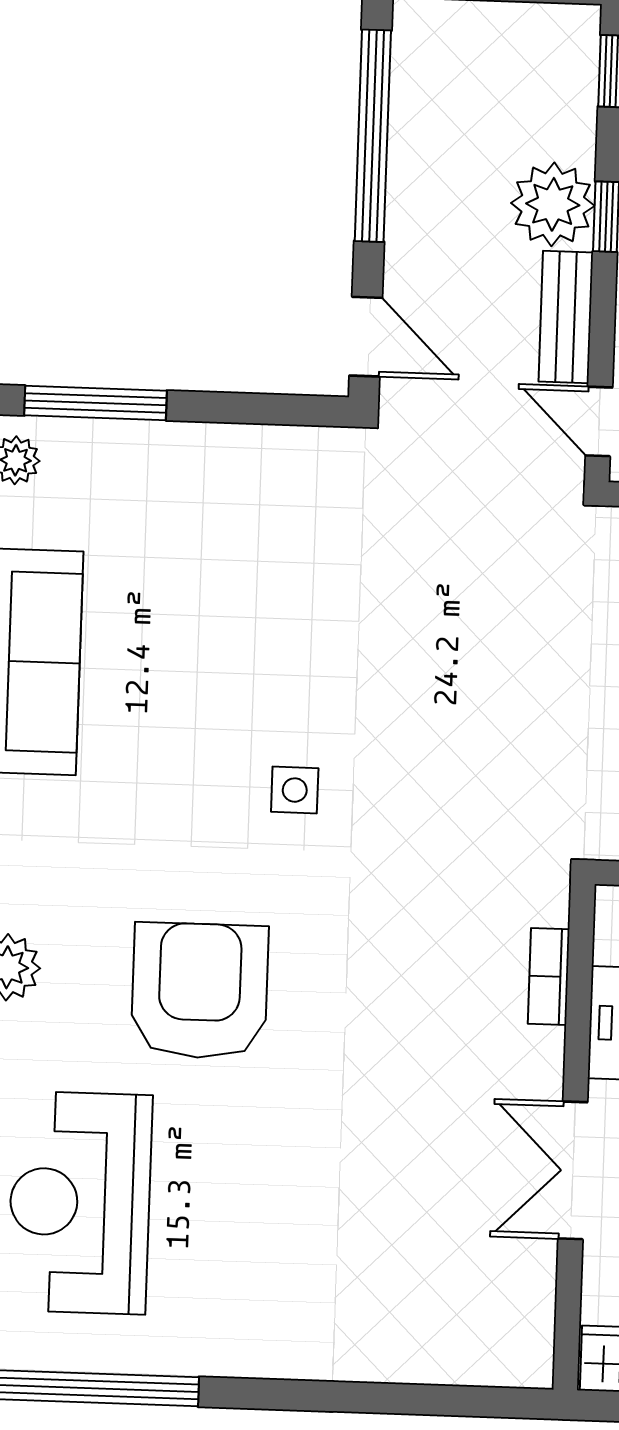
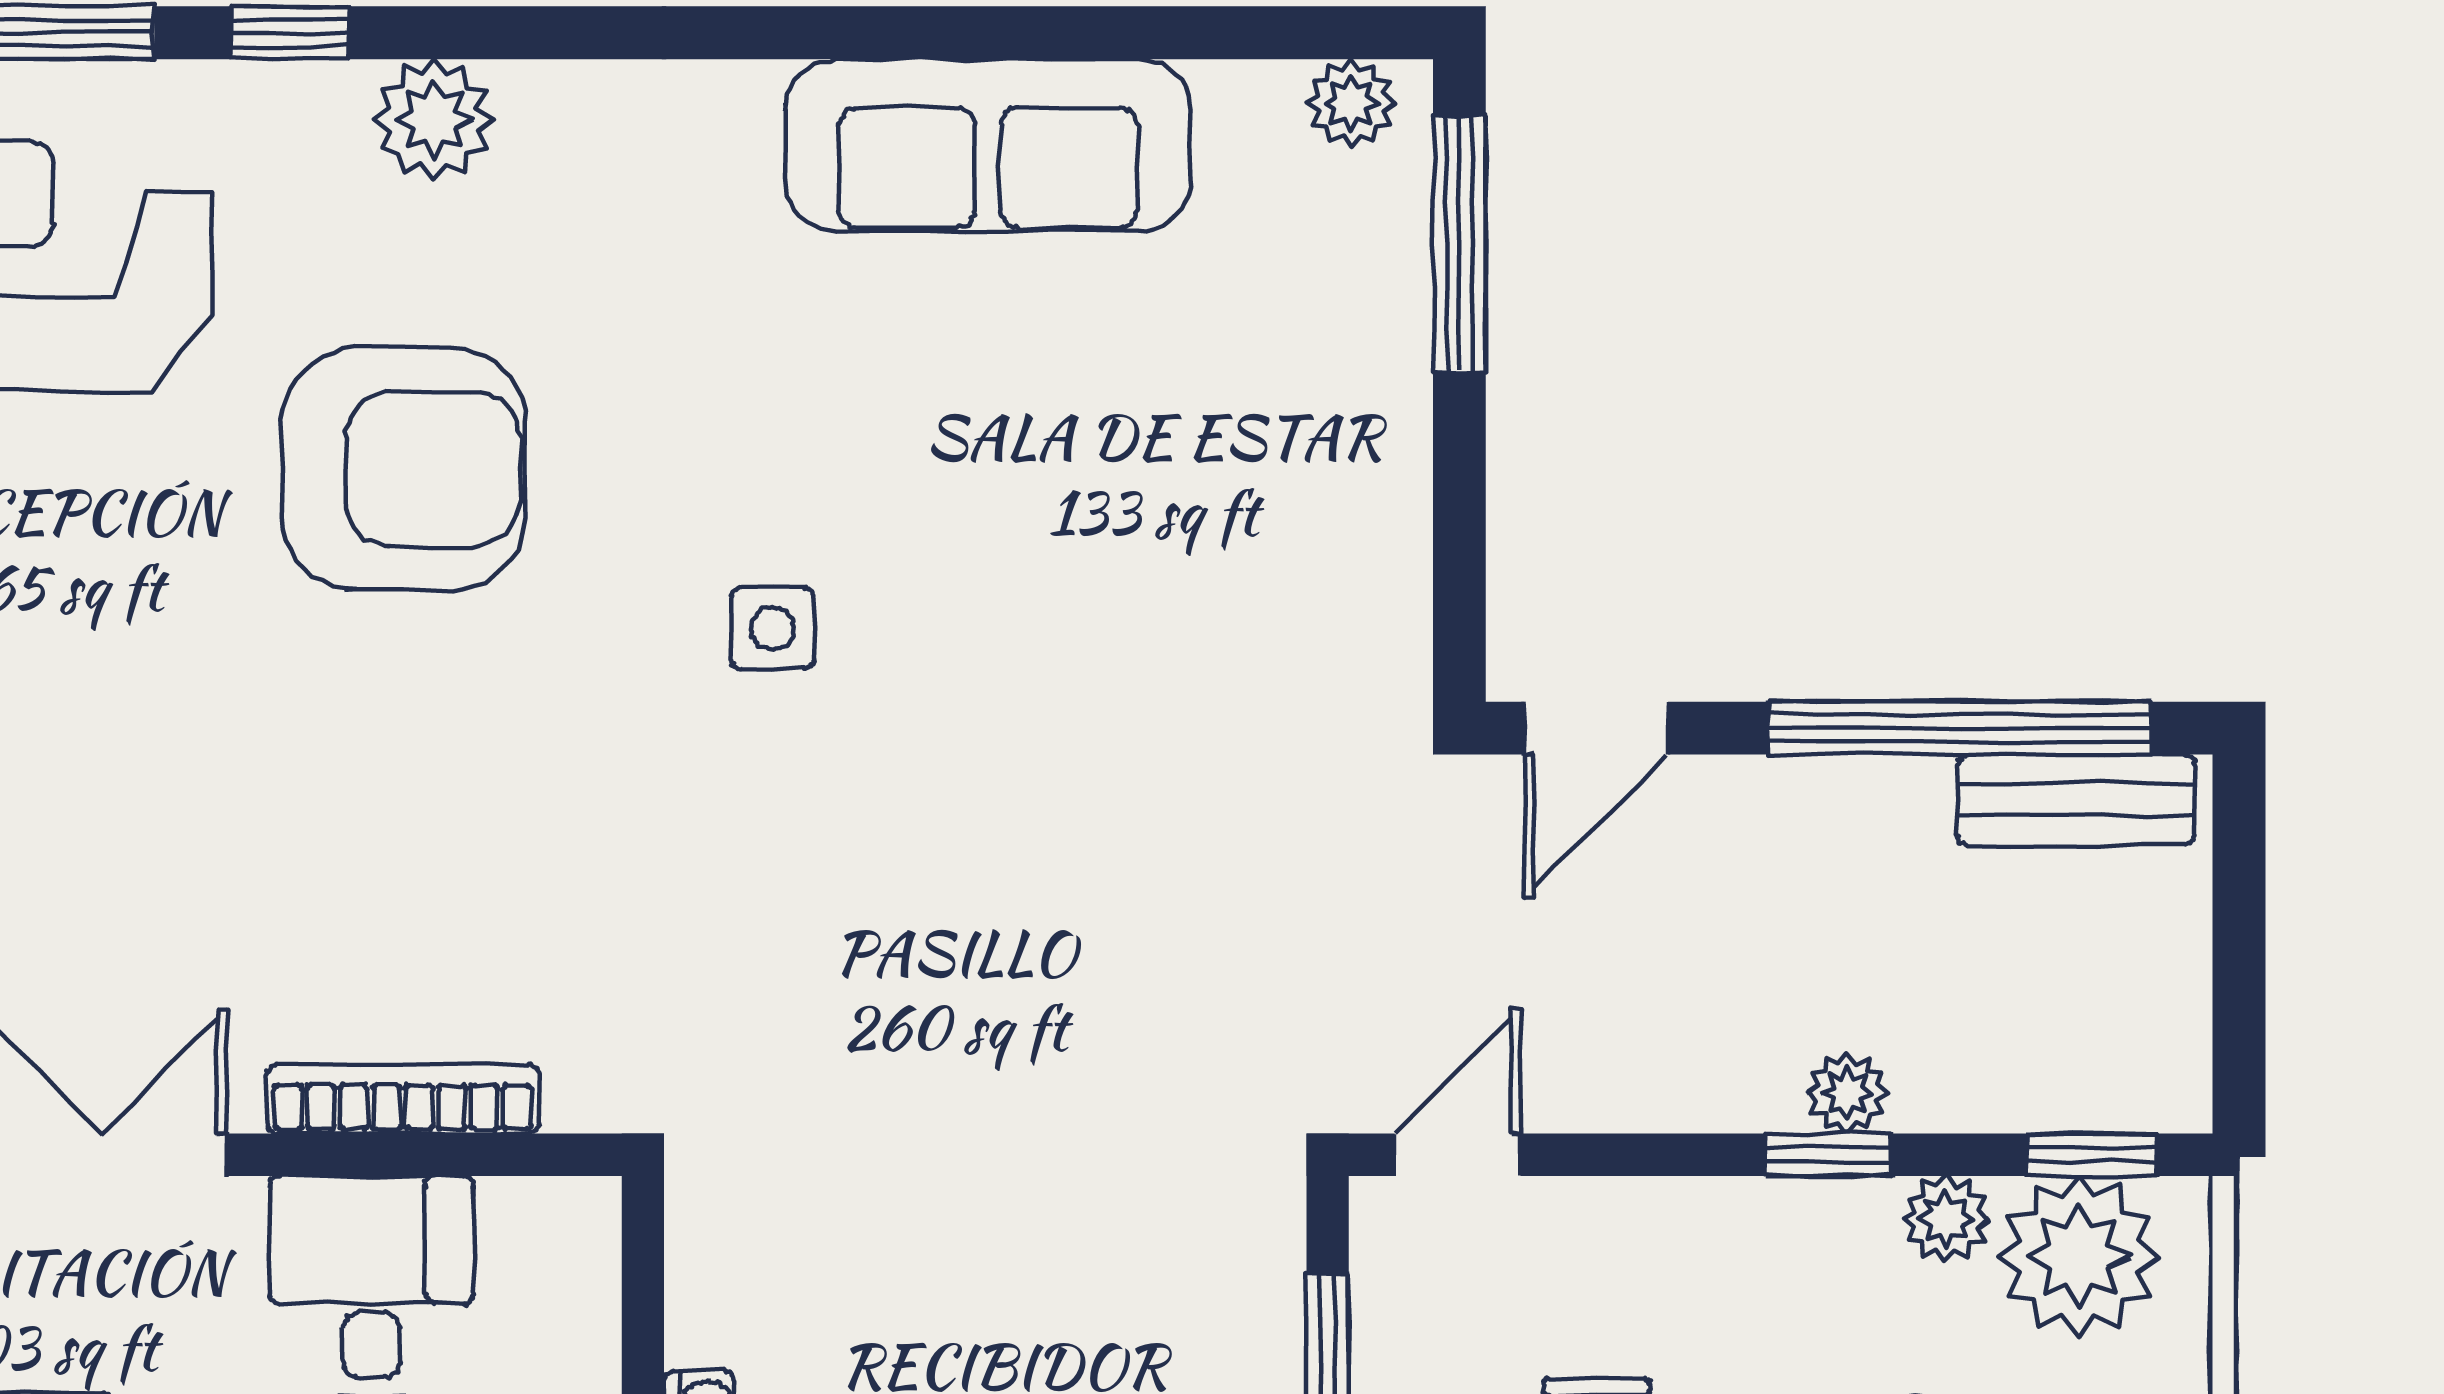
plant: (553, 204) -> (1847, 1093), width x0.53, depth x0.53
bench: (566, 317) -> (2076, 800), moved
bookcase: (549, 976) -> (403, 1099), width x1.56

